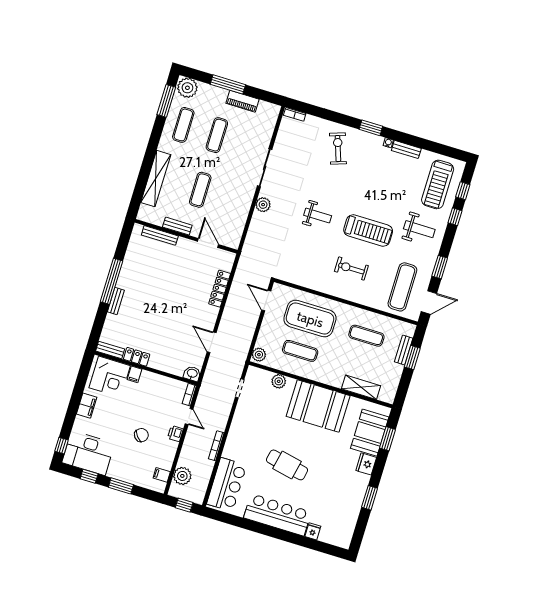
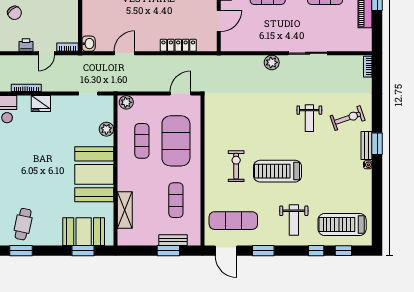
bench: (406, 149) -> (367, 145), moved
weight bench: (318, 215) -> (309, 118), moved
treadmill: (368, 231) -> (278, 171), turned 90
fridge: (366, 464) -> (41, 104), moved, turned 180
cafe table: (287, 465) -> (23, 224), moved, width x0.73, depth x0.74

